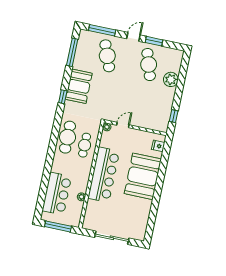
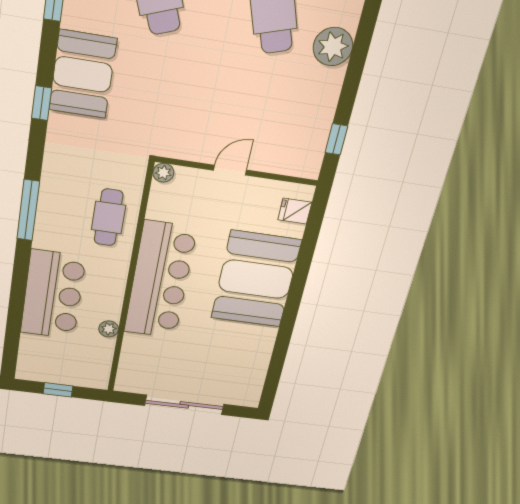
door: (123, 125) -> (230, 170), moved
cafe table: (68, 137) -> (63, 201), removed
window: (54, 140) -> (28, 210), added
bar counter: (57, 194) -> (53, 295), moved
window: (58, 226) -> (58, 390), width x0.46

